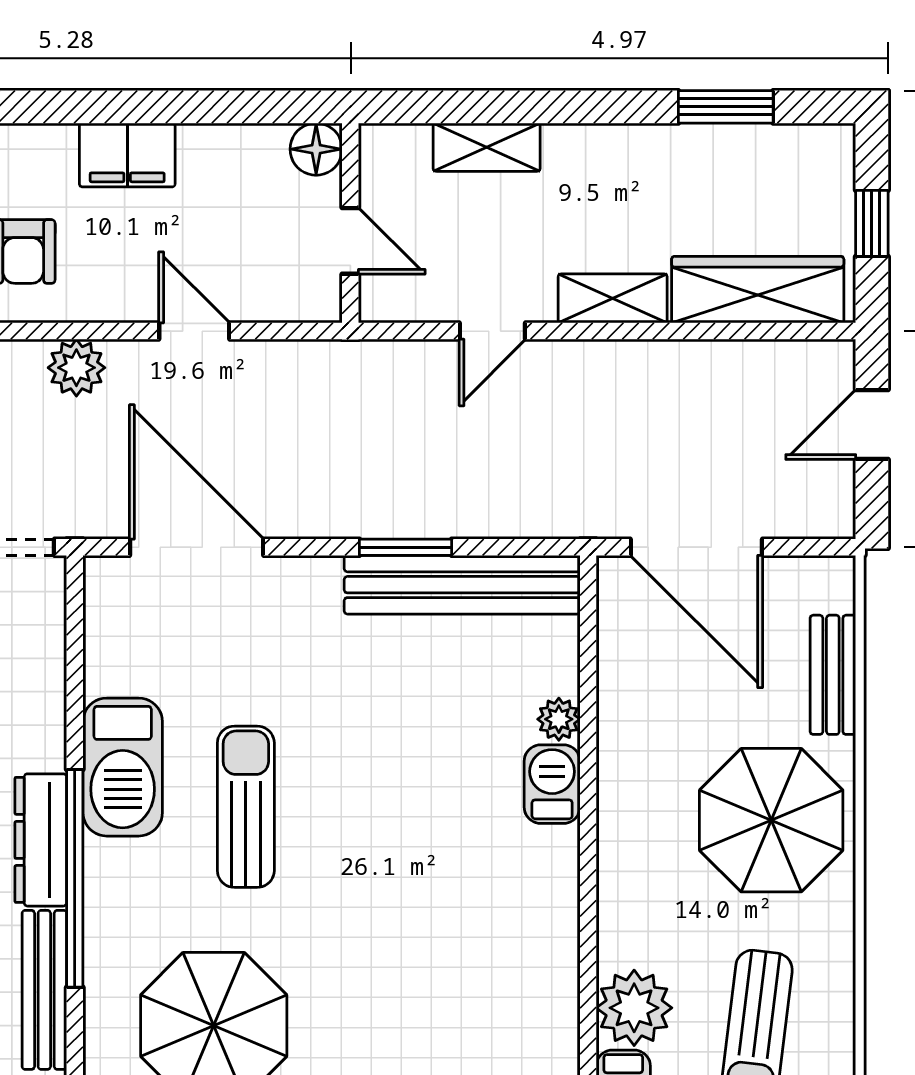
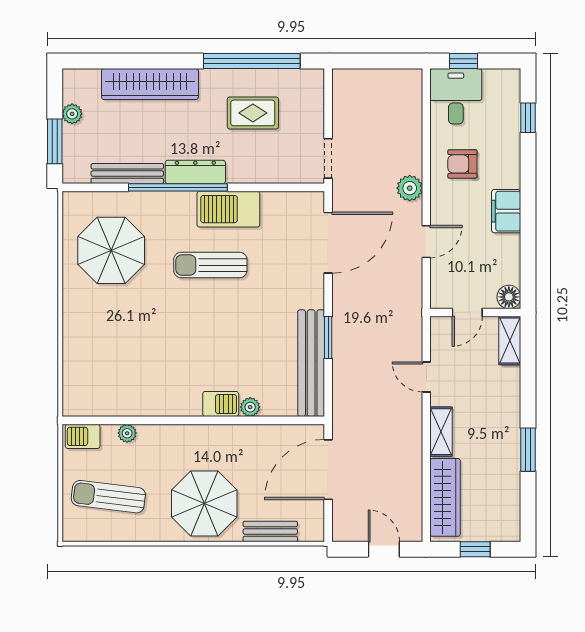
window: (726, 107) -> (528, 450), moved
shelving: (487, 147) -> (510, 340), moved
sun lounger: (246, 807) -> (210, 265), turned 180
plant: (634, 1008) -> (127, 433), width x0.53, depth x0.53

